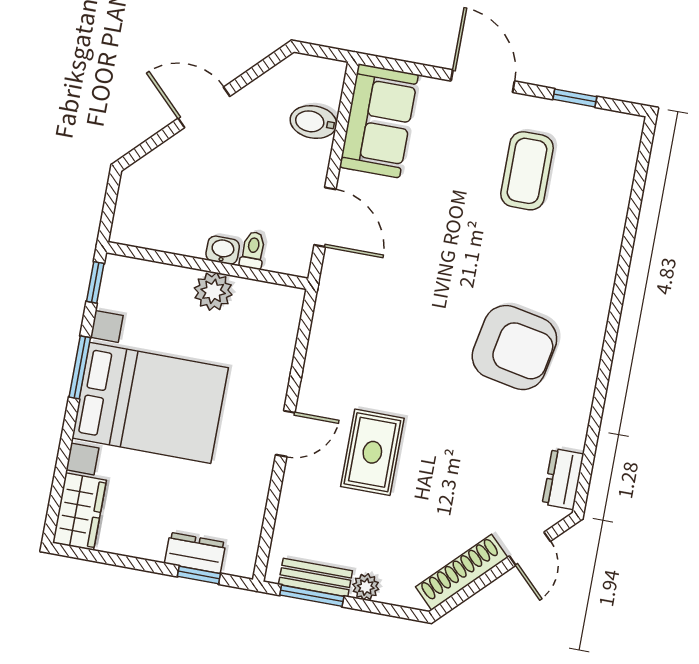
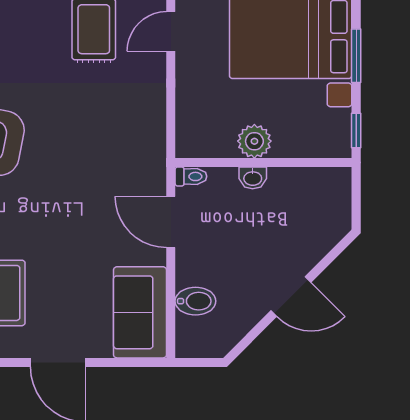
toilet: (253, 250) -> (191, 176), moved, turned -90

